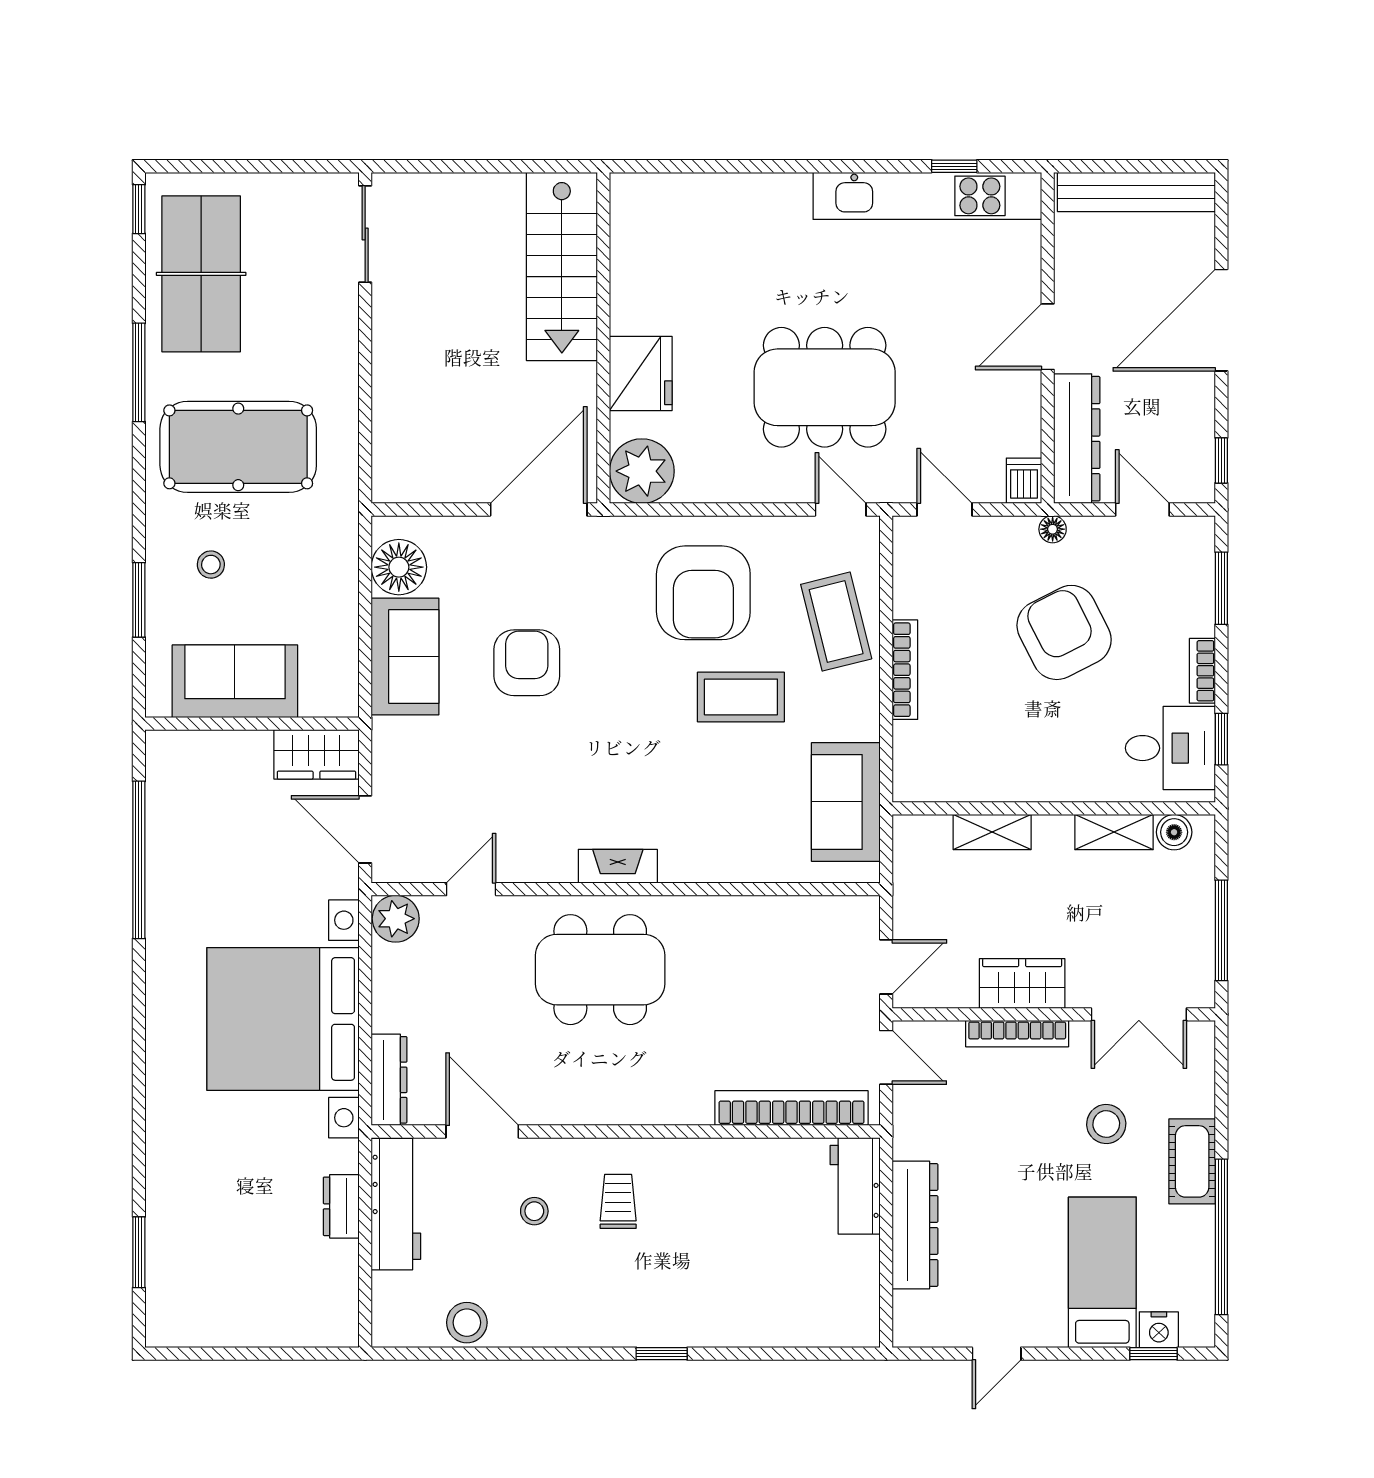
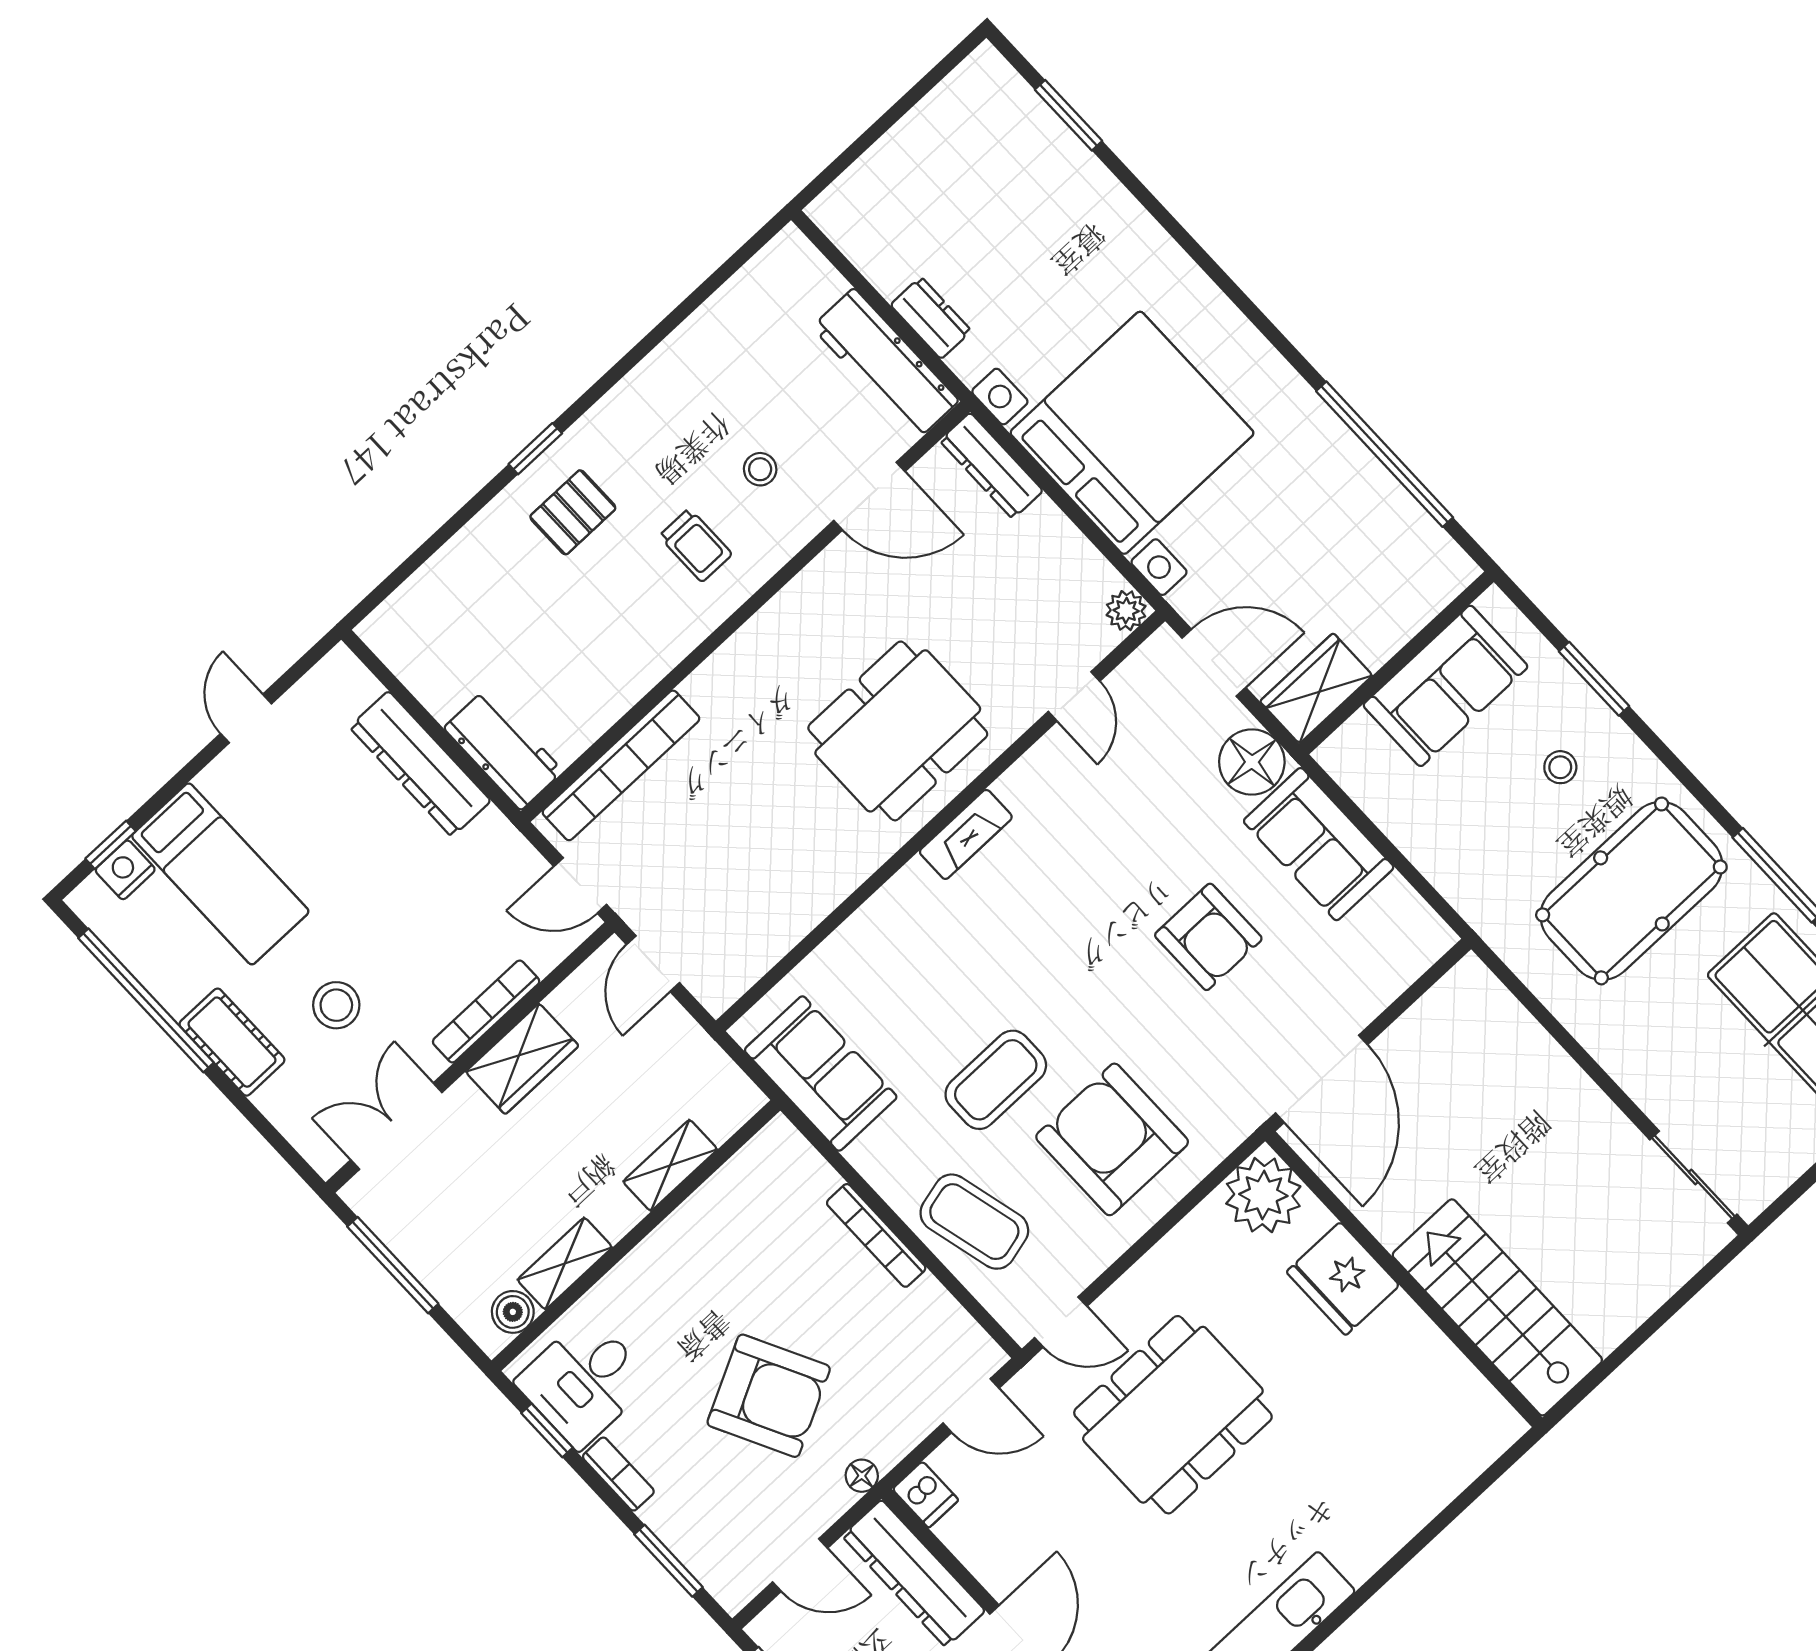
floor lamp: (399, 567) -> (1252, 762), moved
plant: (396, 919) -> (1126, 611), width x0.73, depth x0.73
pallet: (675, 1293) -> (573, 512), added
stool: (467, 1323) -> (729, 319), removed

